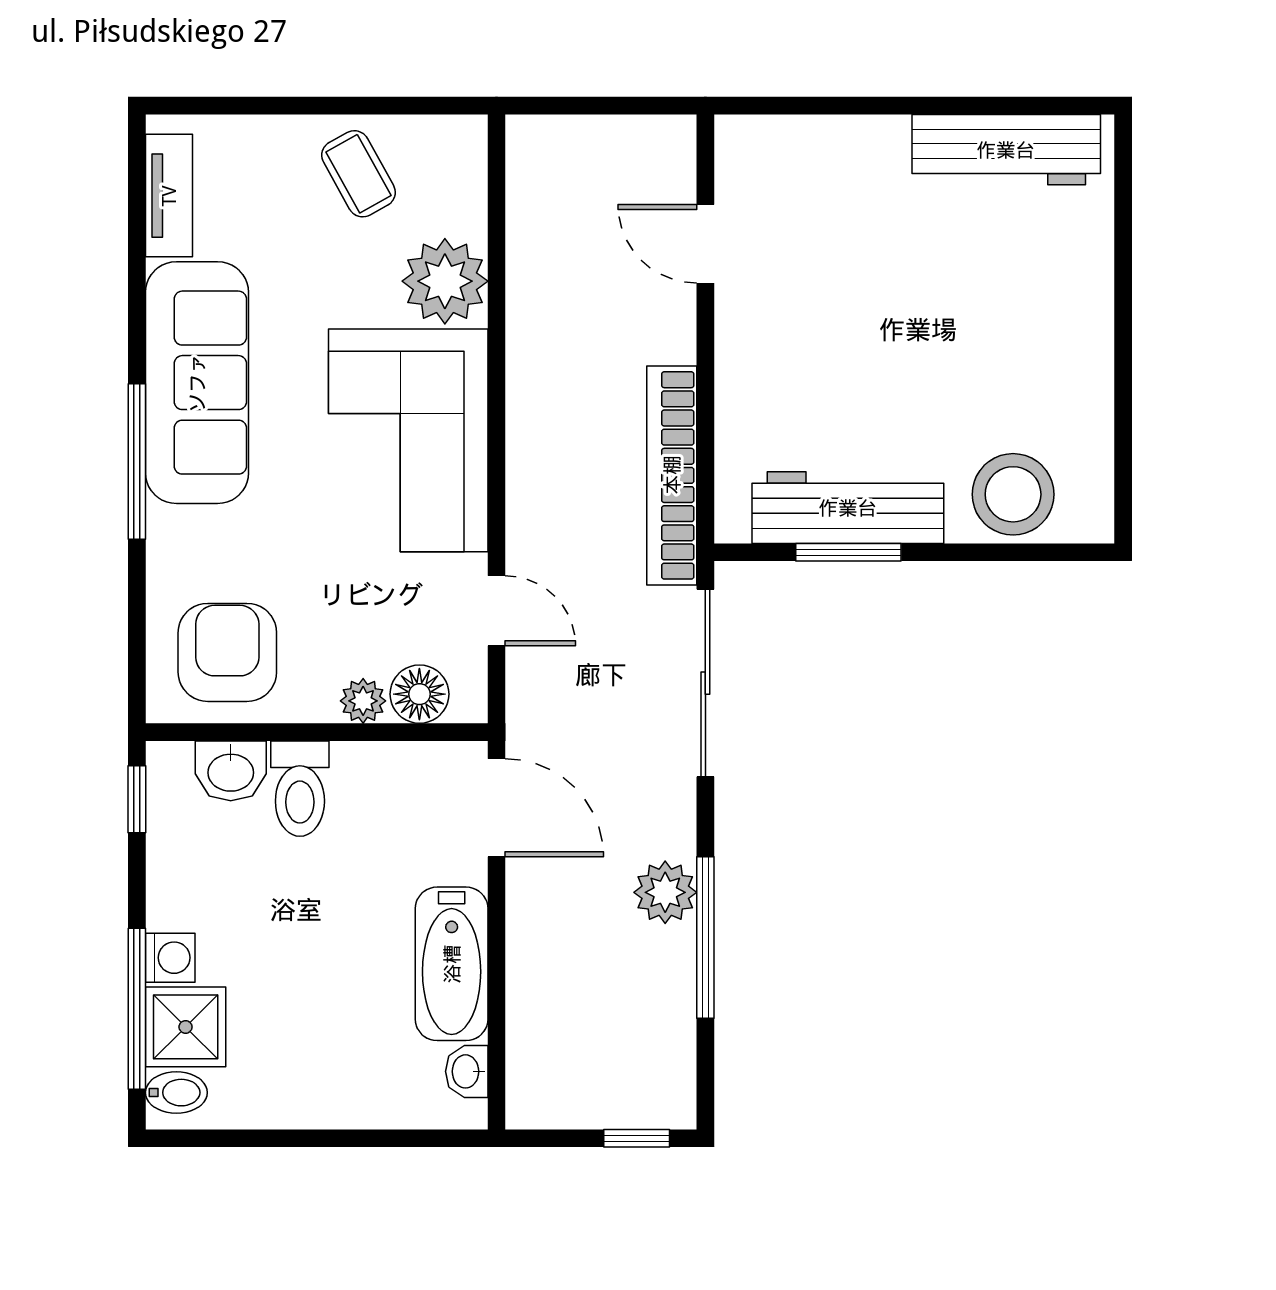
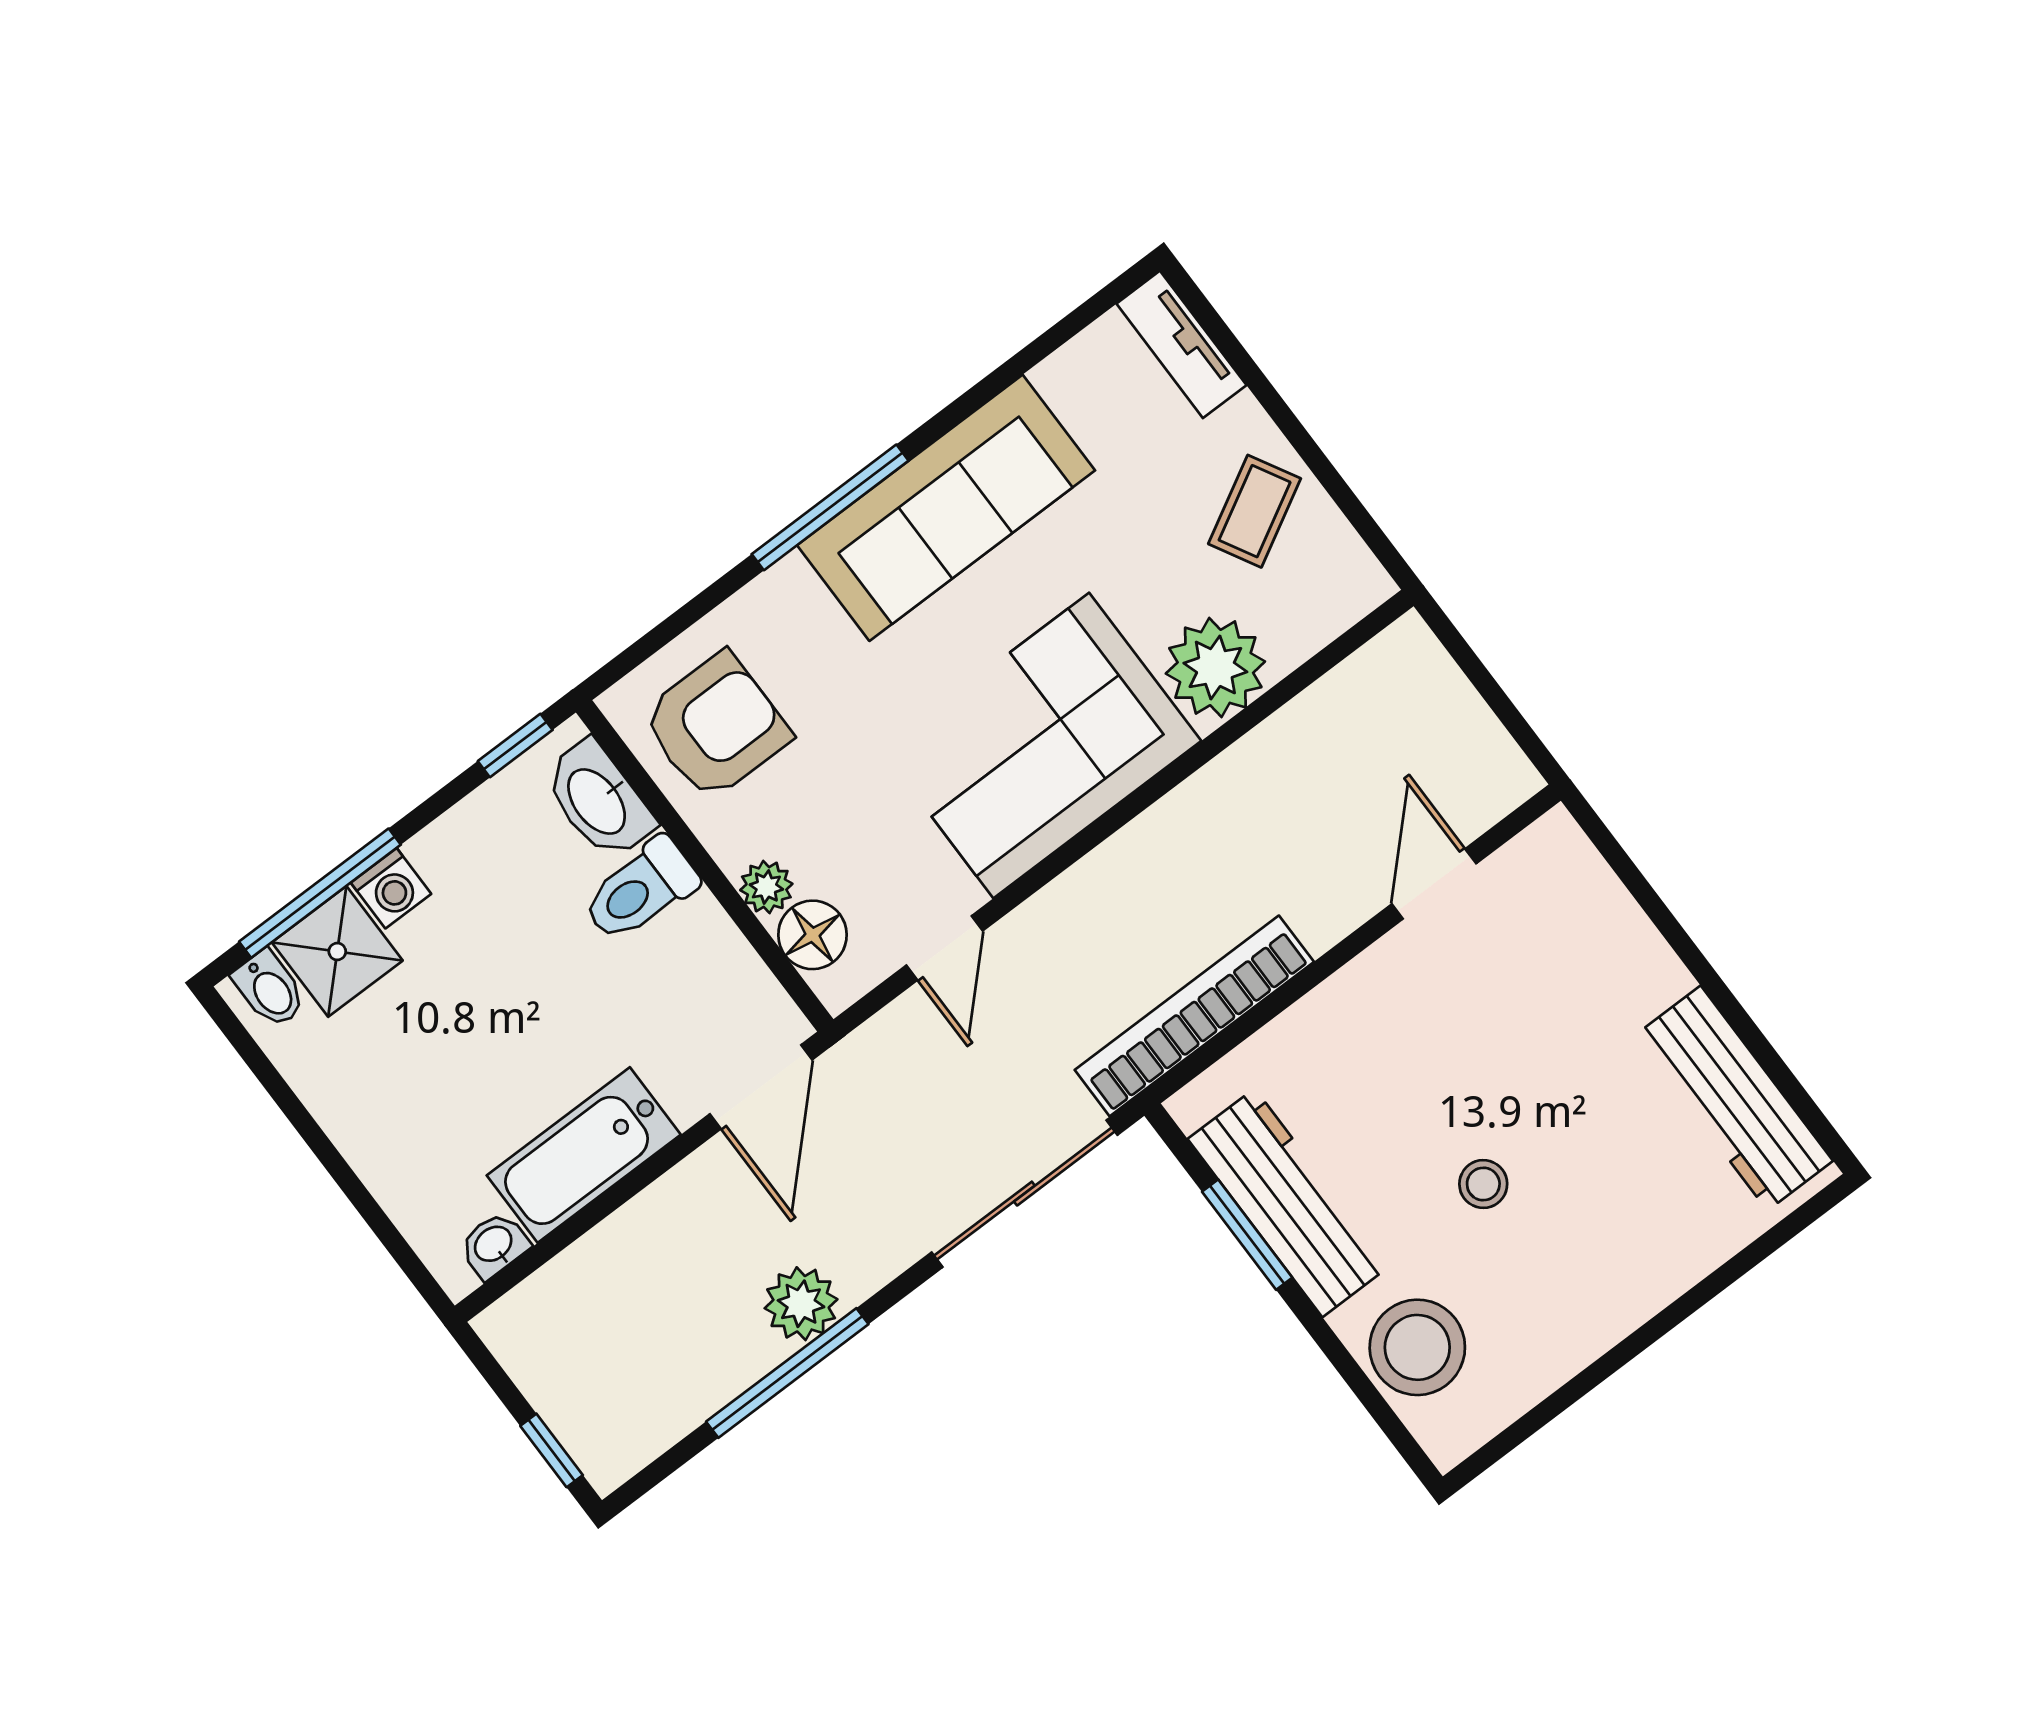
tv unit: (169, 196) -> (1181, 344), moved, turned 90
stool: (936, 365) -> (1483, 1184), added
washbasin: (231, 771) -> (598, 800), width x1.38

